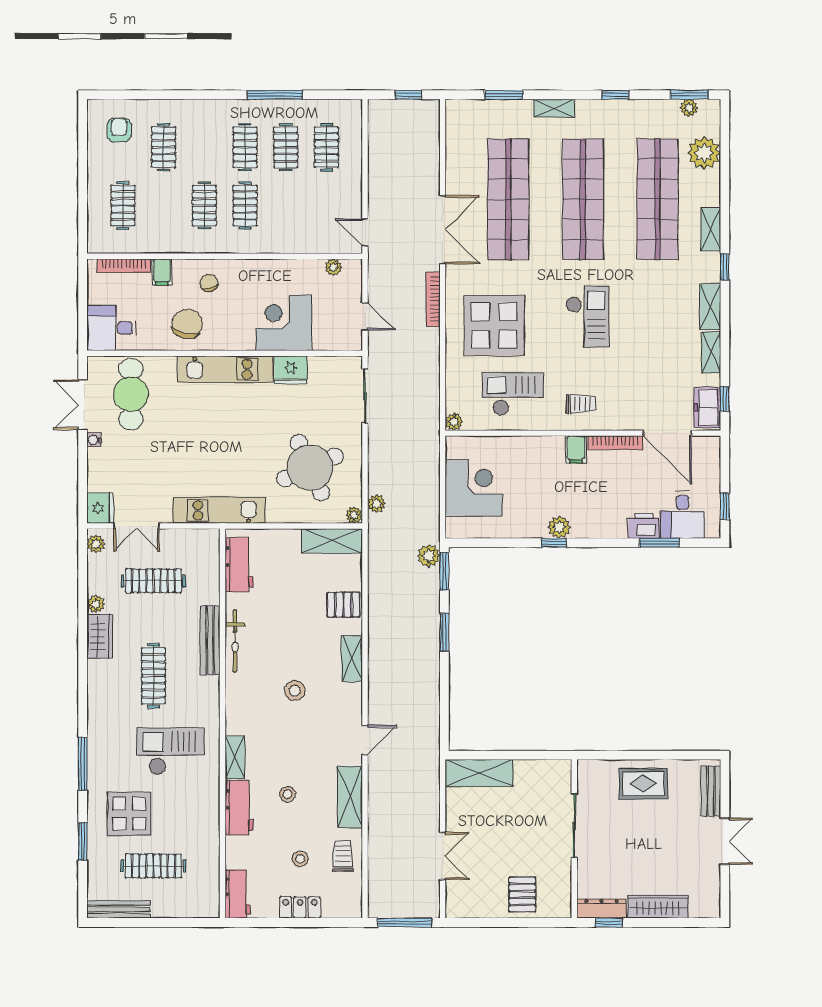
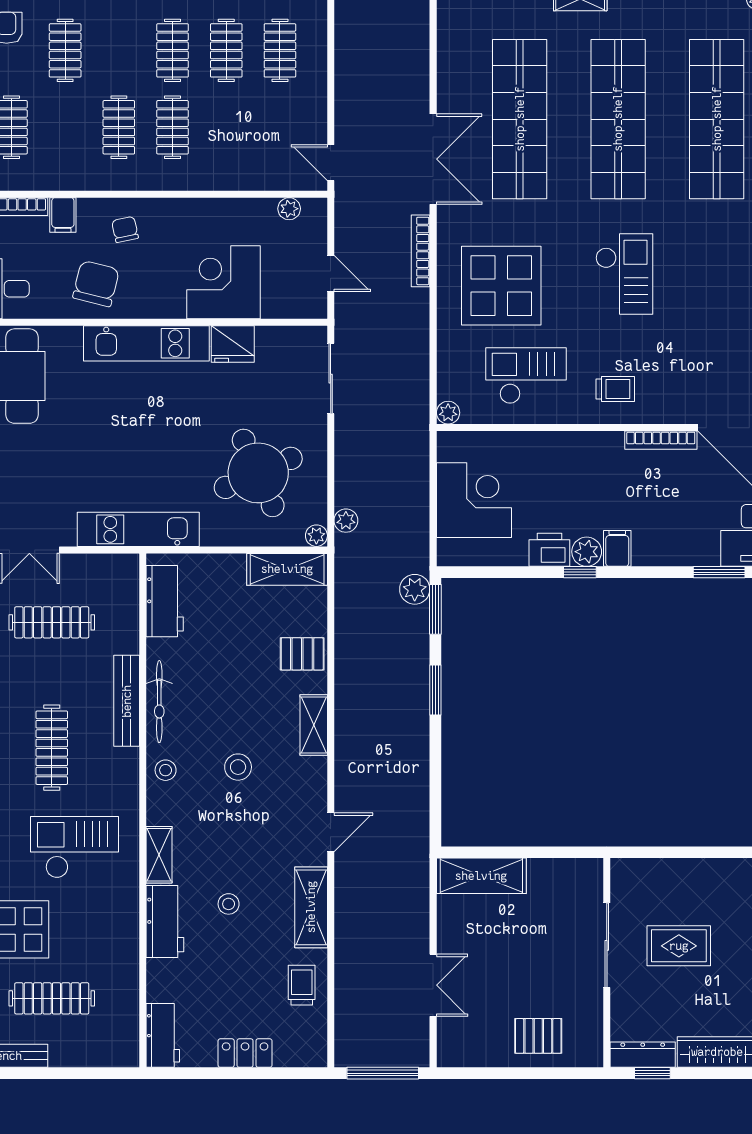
filing cabinet: (576, 449) -> (617, 548), moved, turned 180
printer: (644, 526) -> (549, 550), moved
rug: (643, 784) -> (679, 946), moved
stool: (300, 859) -> (166, 770), moved
pallet: (522, 894) -> (538, 1036), turned 90

